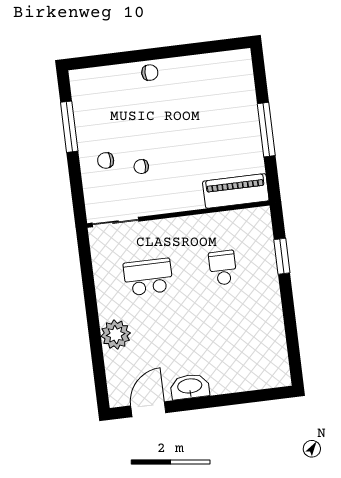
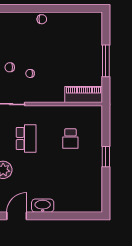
window: (282, 256) -> (106, 157), moved
school desk: (223, 268) -> (70, 138), turned 180
school desk: (148, 277) -> (26, 138), turned 90

